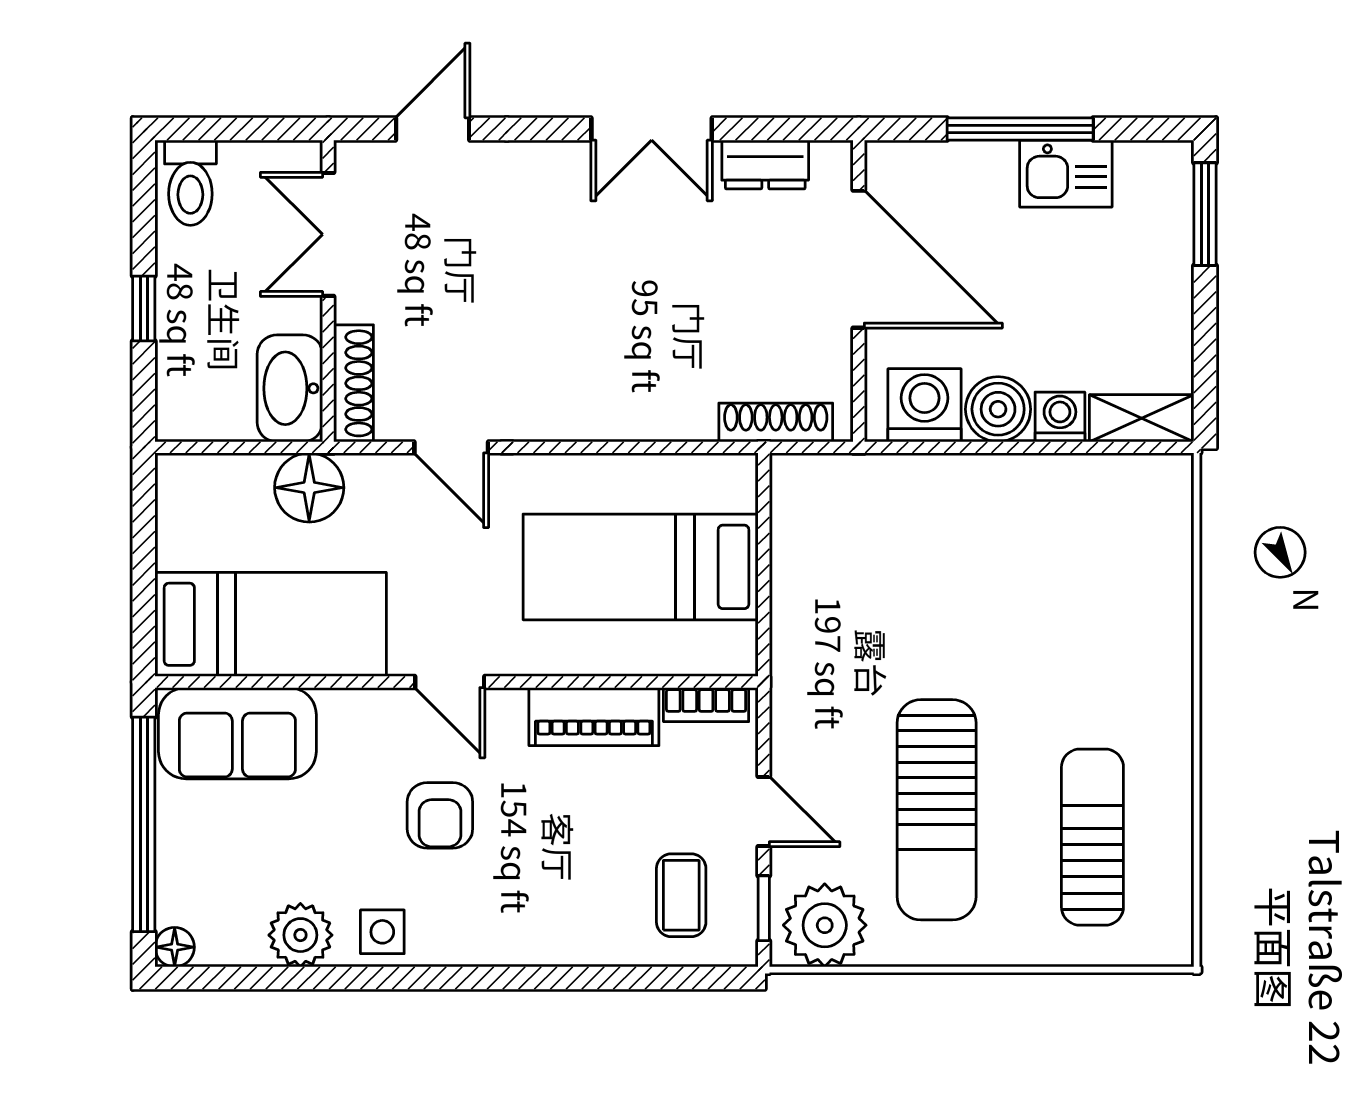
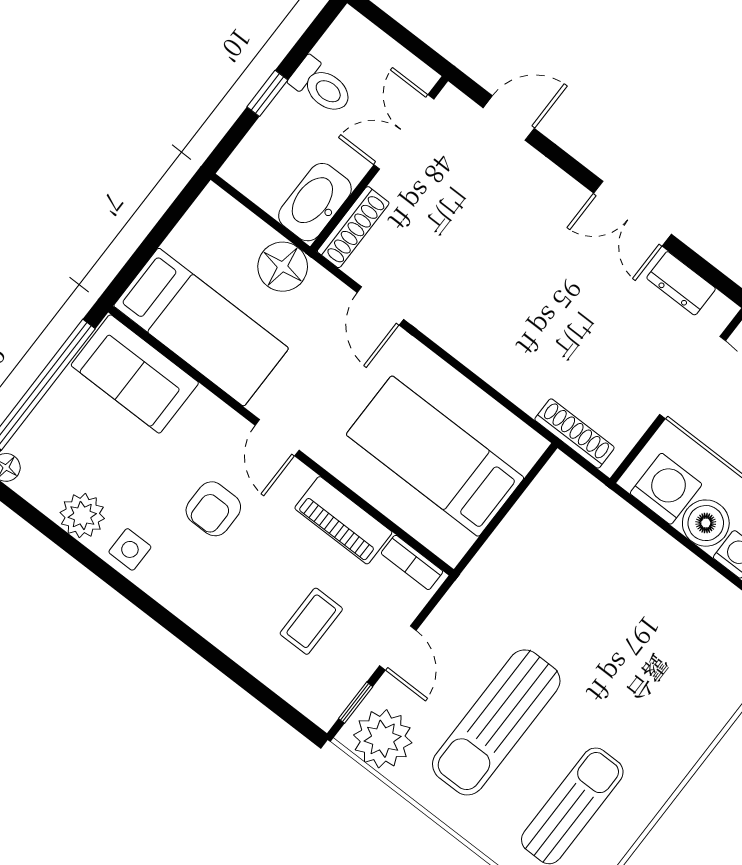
toilet: (190, 183) -> (321, 86), moved, turned -90
coffee table: (681, 895) -> (311, 621), moved

